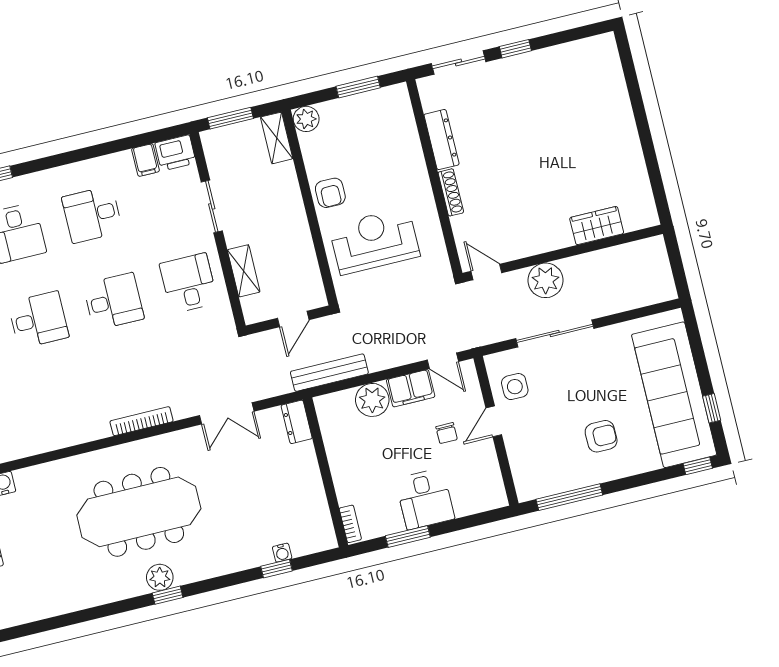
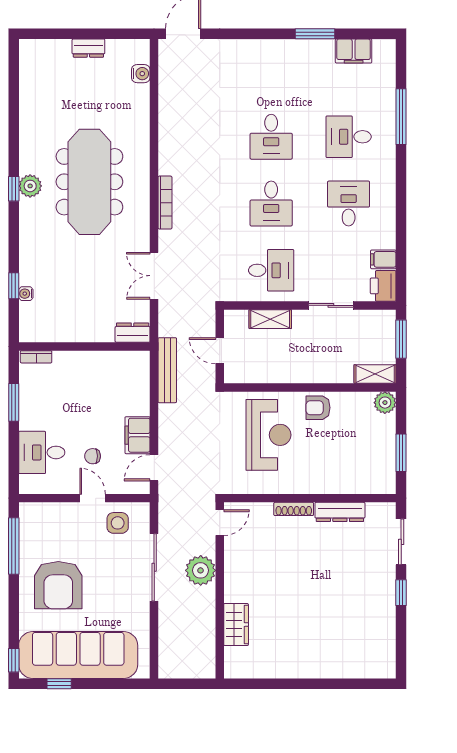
plant: (372, 400) -> (136, 401), removed
armchair: (601, 436) -> (58, 585), width x1.88, depth x1.88
desk: (425, 499) -> (42, 452), moved

